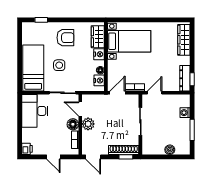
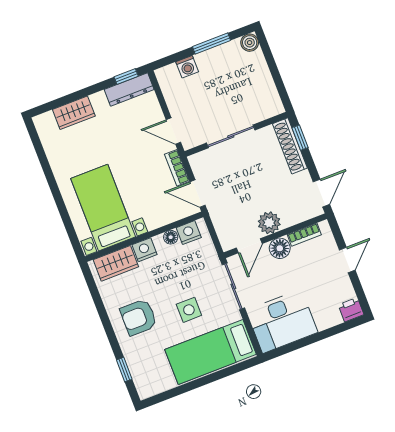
armchair: (65, 38) -> (138, 317), turned -90
wardrobe: (184, 40) -> (74, 113), width x0.67
boiler: (170, 150) -> (250, 43), moved

